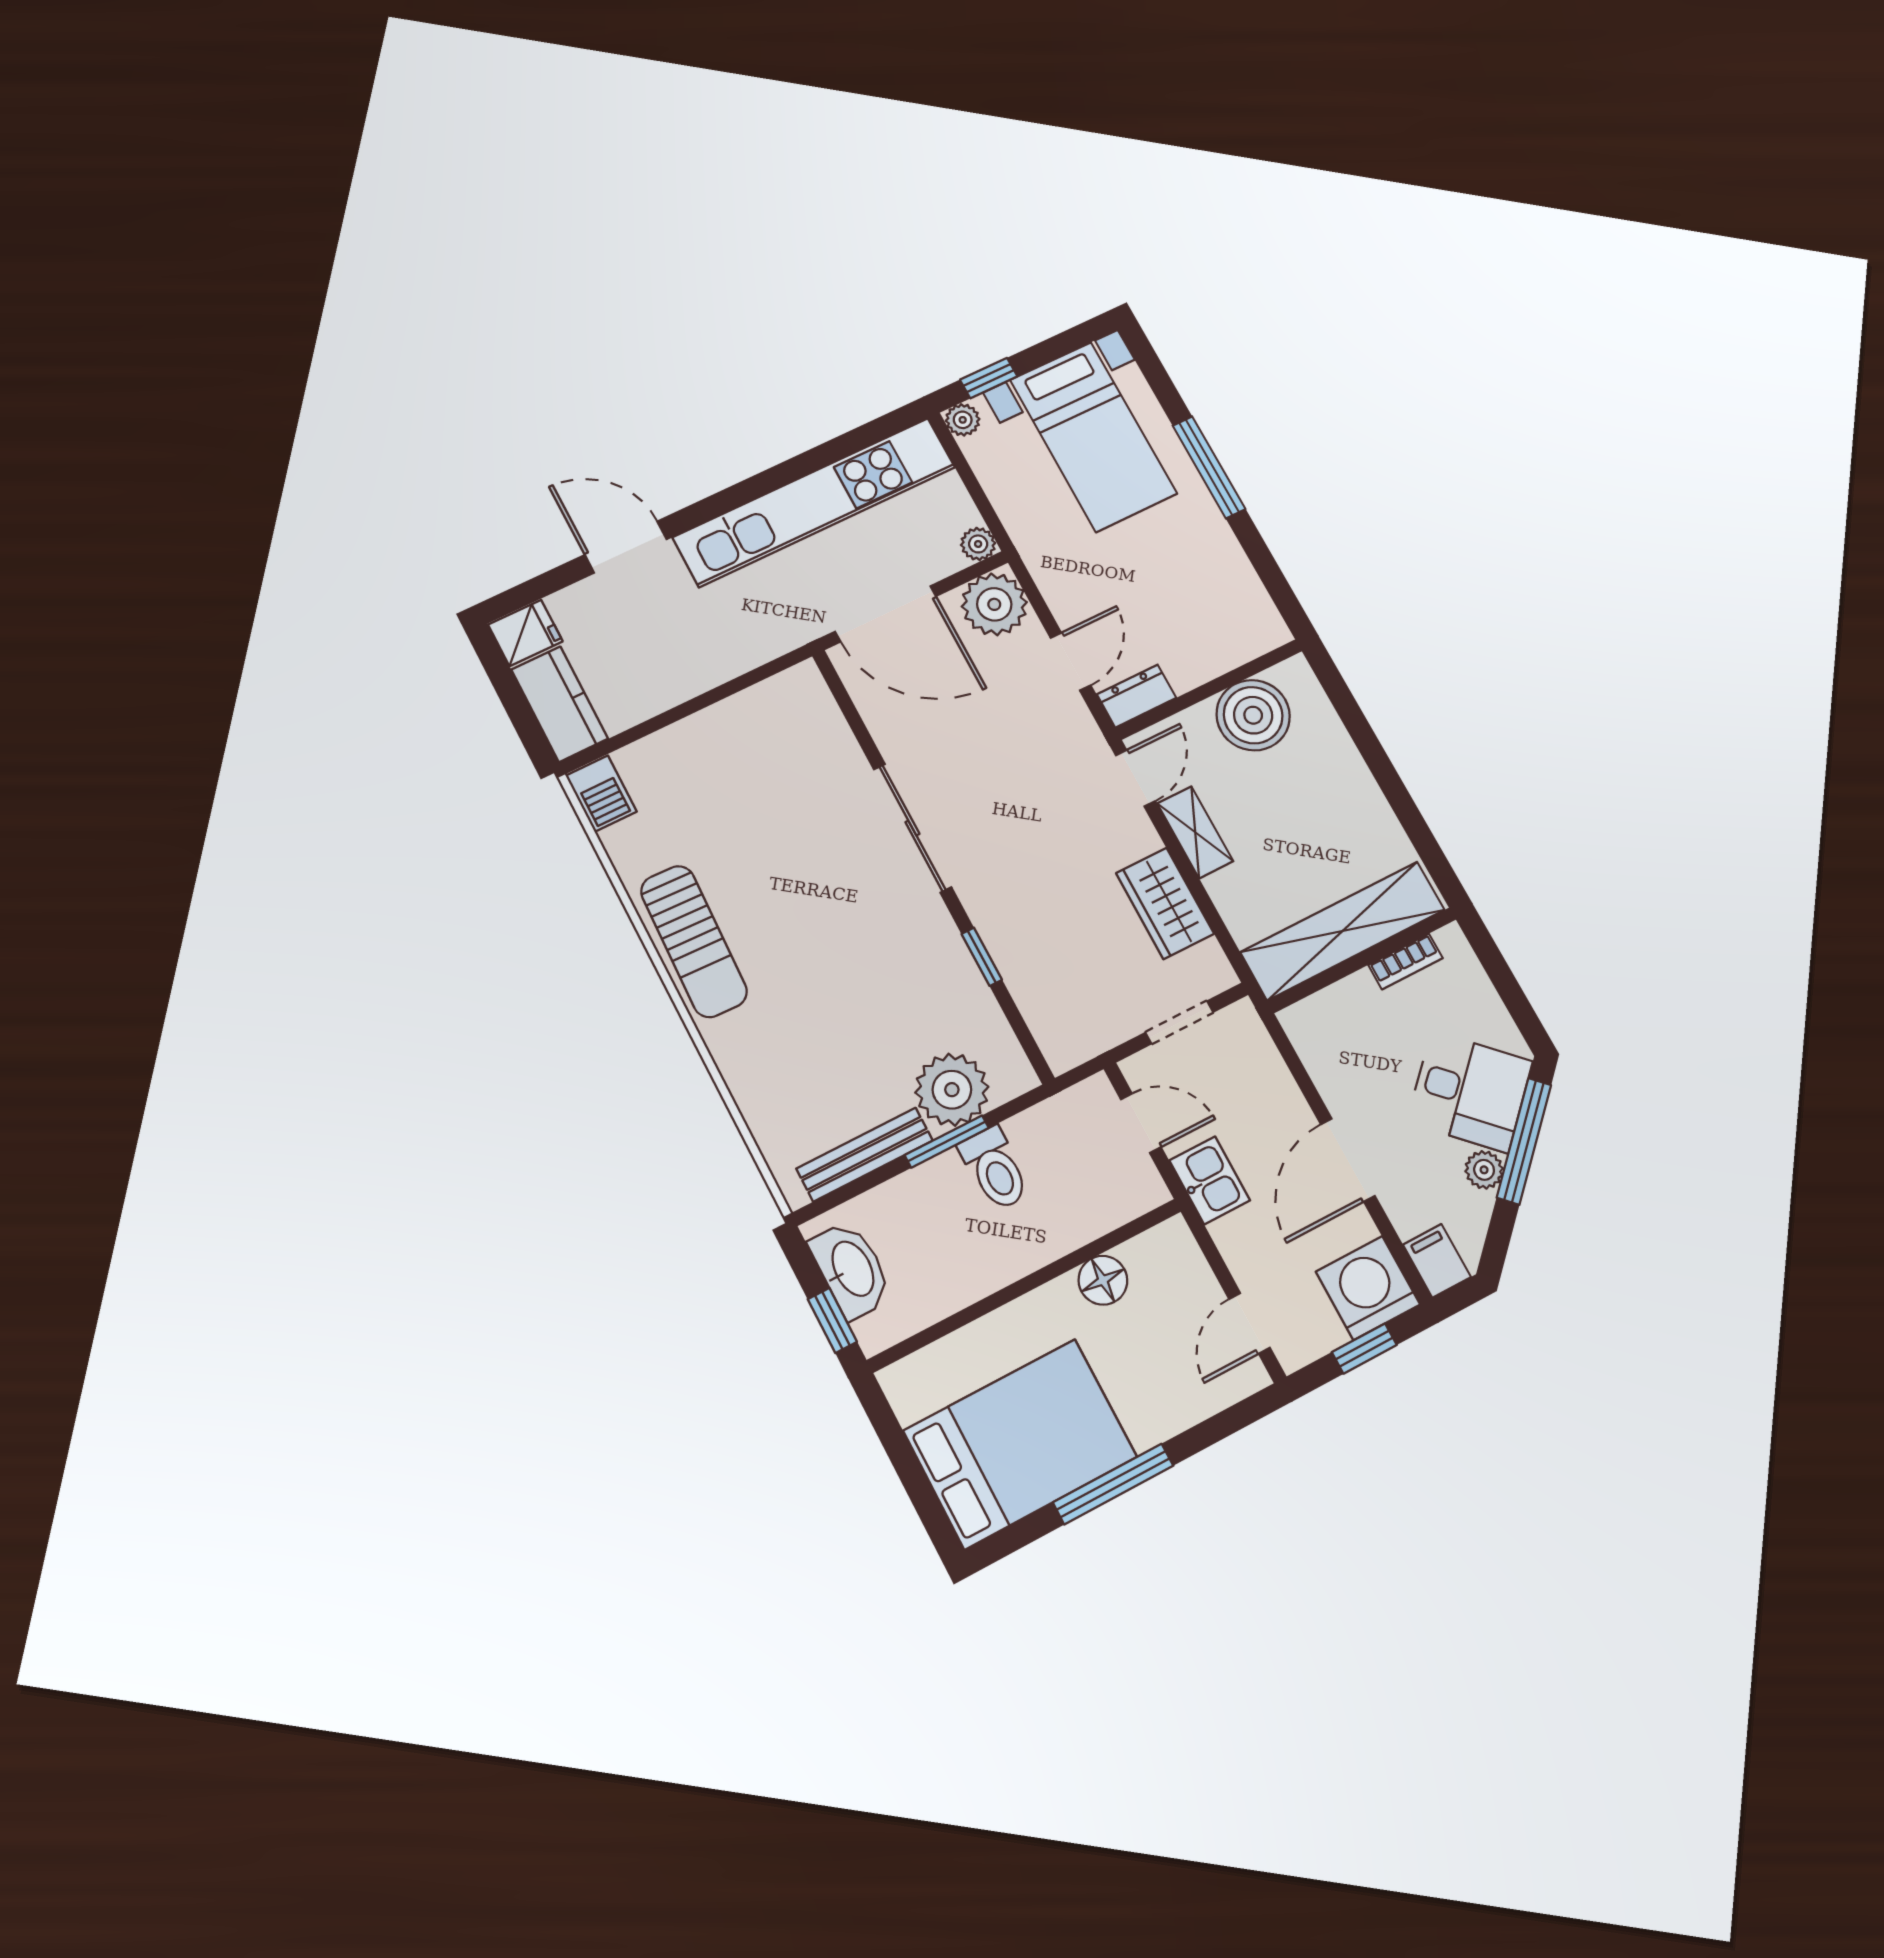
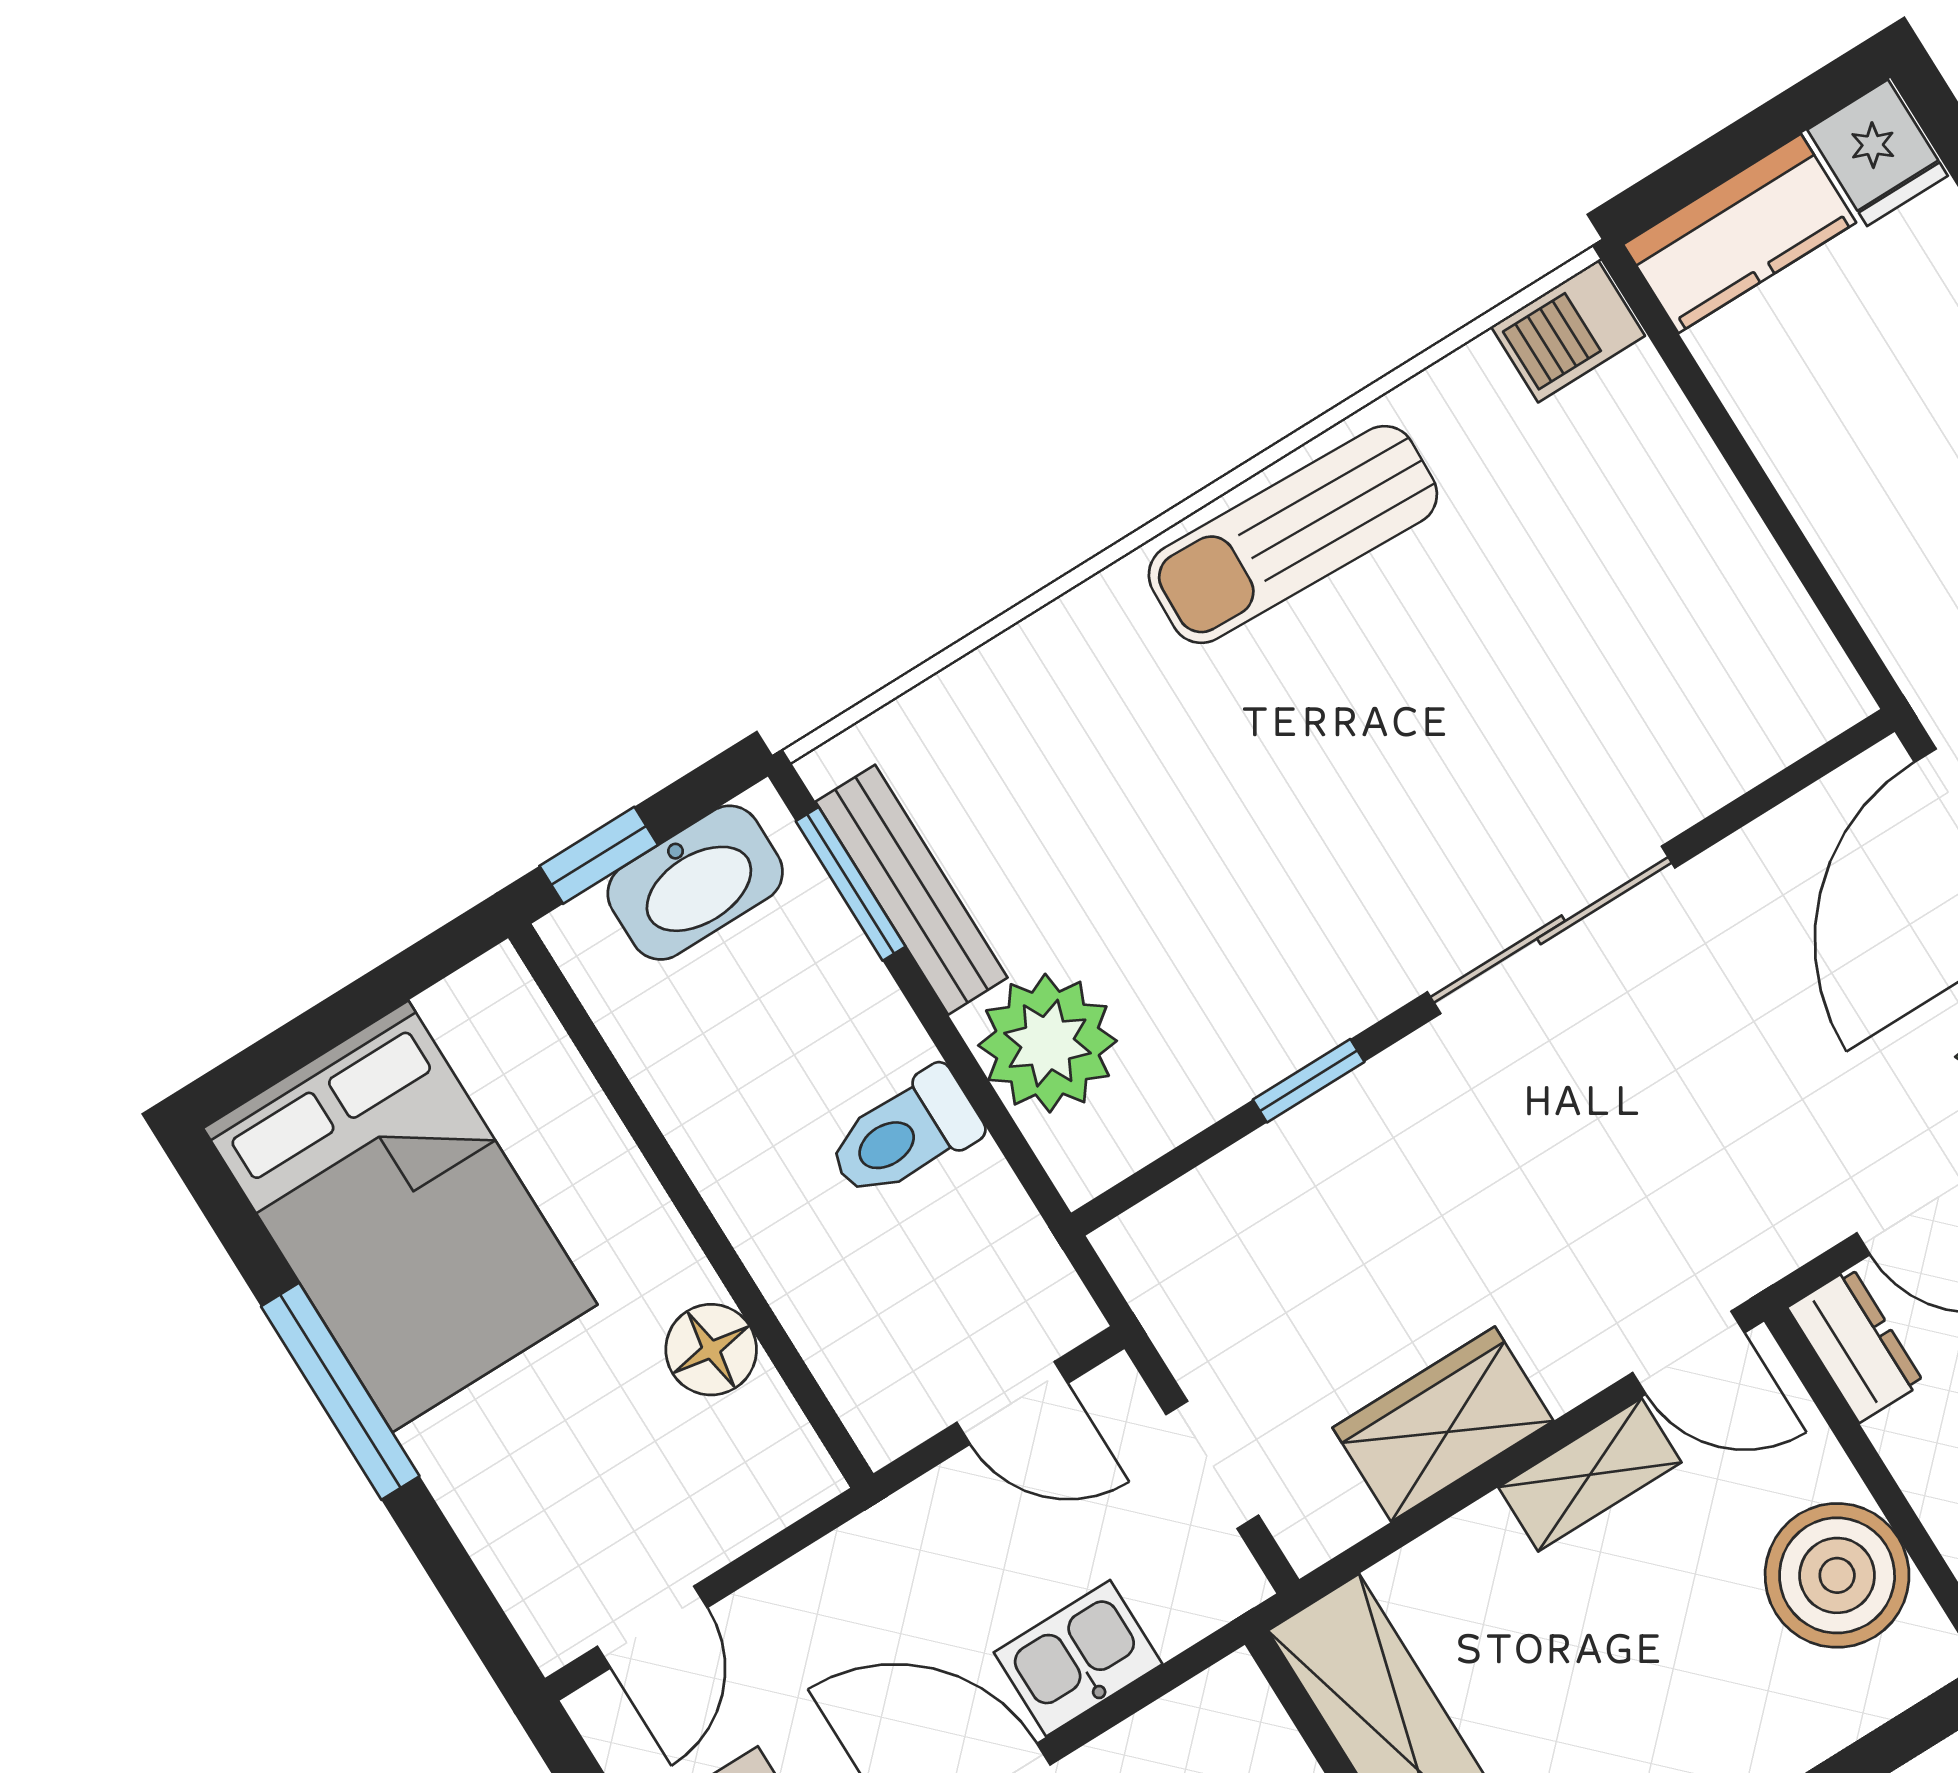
door: (1141, 1123) -> (1012, 1403), hinge flipped
window: (947, 1142) -> (851, 884), moved
kitchen sink: (1210, 1180) -> (1078, 1658), moved, turned 180
door: (1249, 1323) -> (652, 1627), swing flipped

